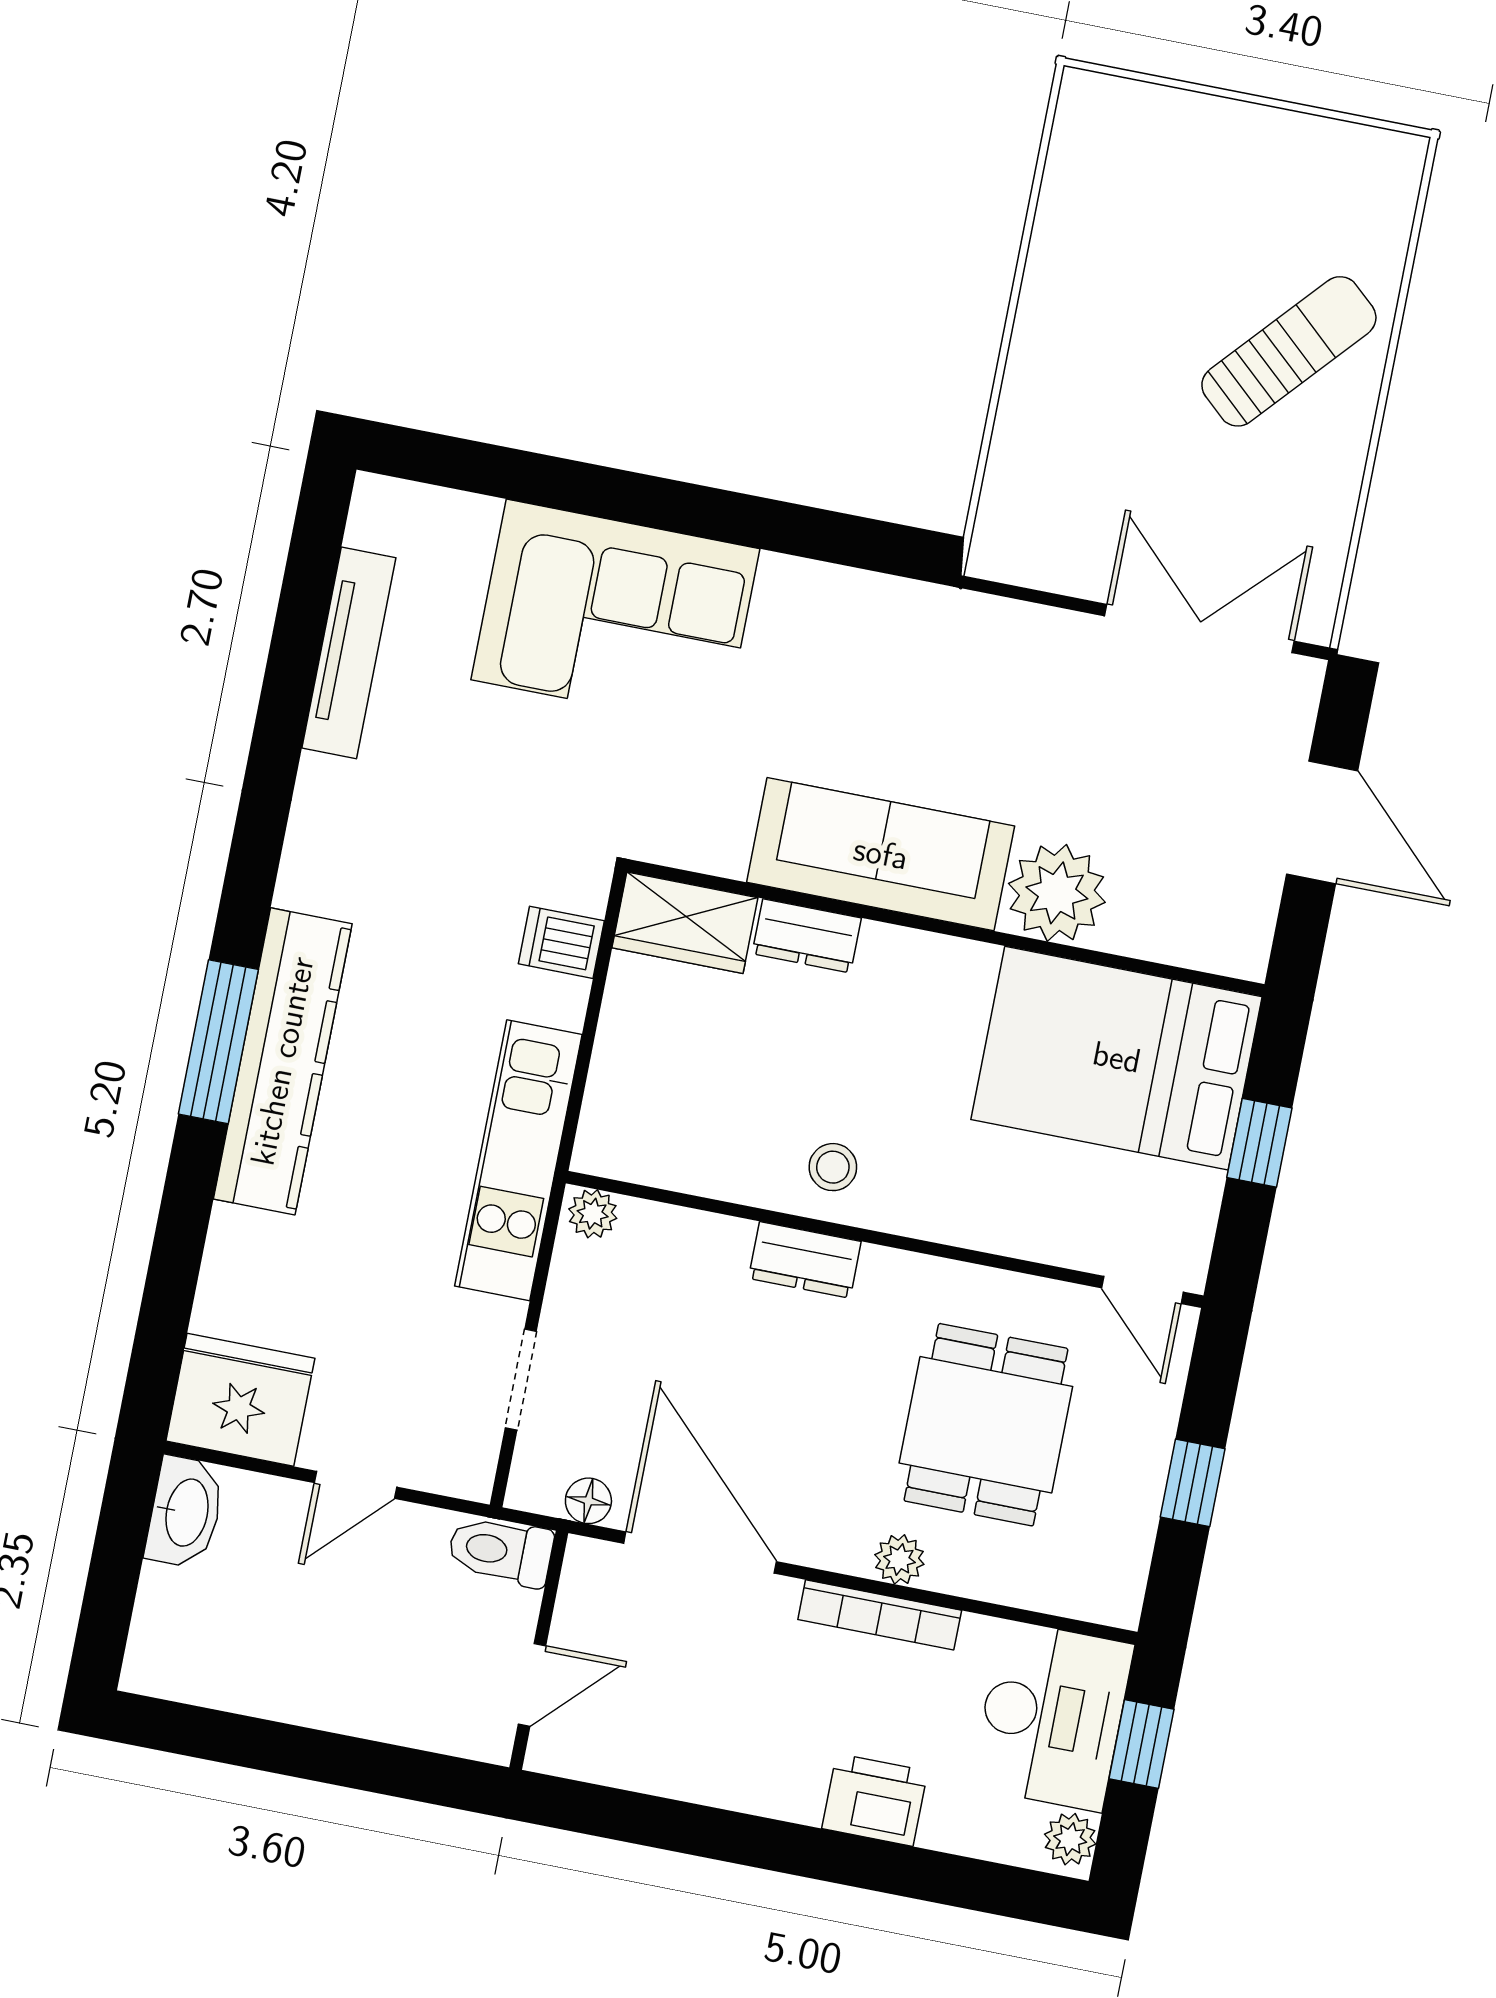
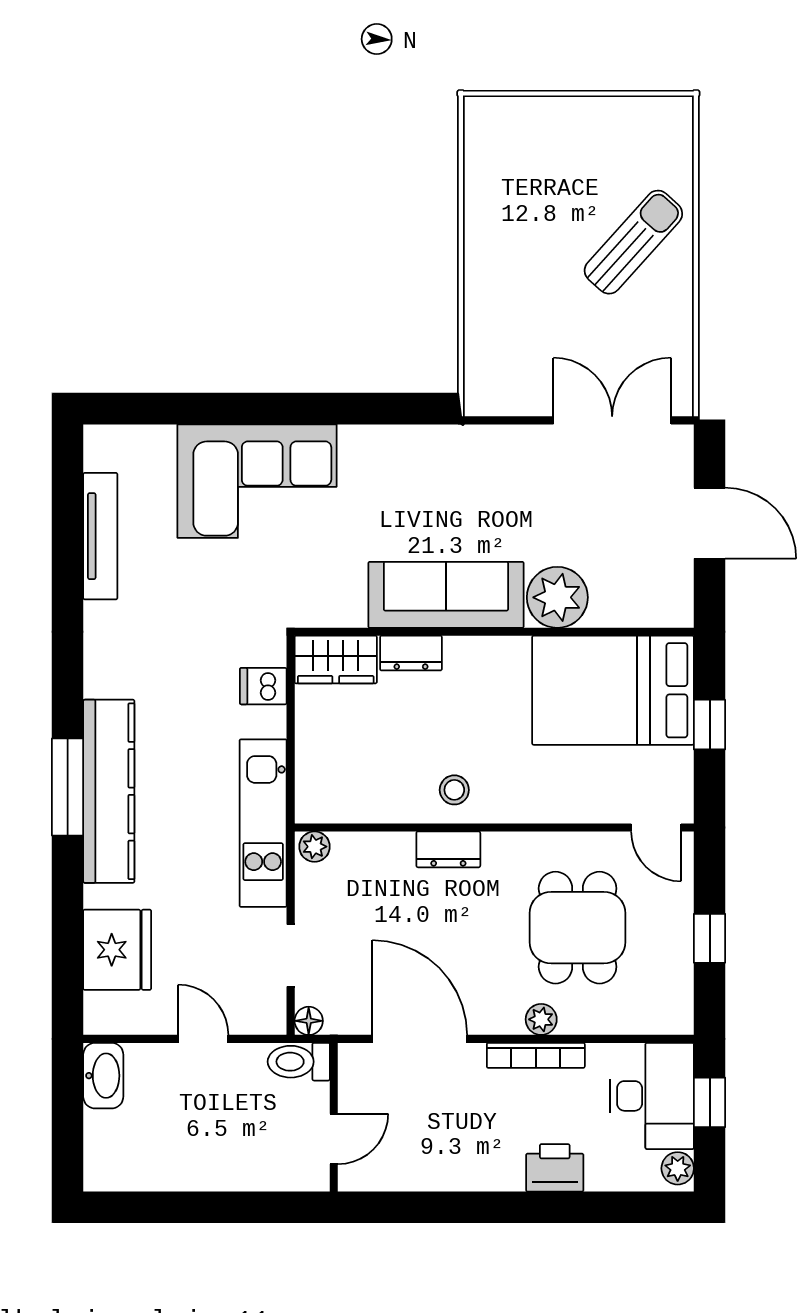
fridge: (240, 1400) -> (117, 950), moved, turned 90
door: (355, 1485) -> (203, 1039), swing flipped
floor lamp: (588, 1501) -> (309, 1021), moved

